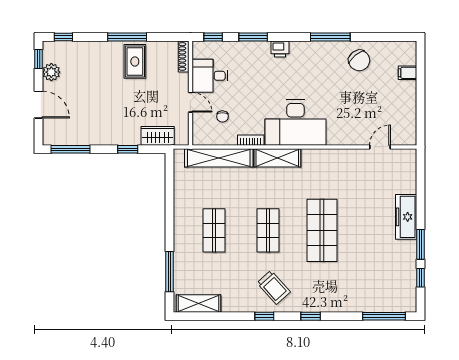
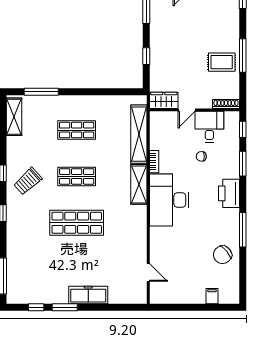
printer: (280, 49) -> (229, 193), width x1.87, depth x1.48
chair: (222, 116) -> (201, 156), moved
wardrobe: (158, 136) -> (164, 100), moved, turned -90

